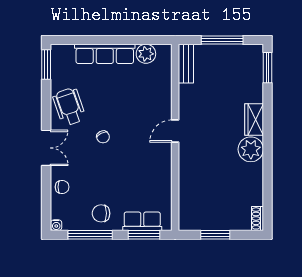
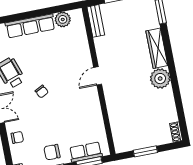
wardrobe: (254, 120) -> (157, 48), width x1.50

